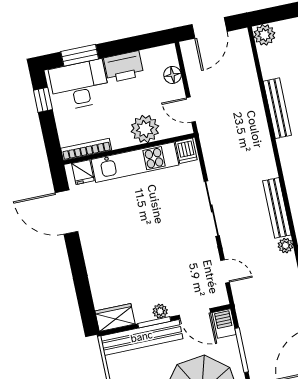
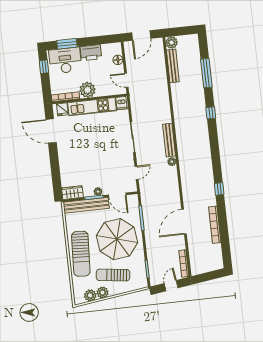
bench: (277, 108) -> (173, 66), moved
plant: (145, 129) -> (88, 90), moved
door: (225, 271) -> (137, 173), hinge flipped
barbecue: (224, 324) -> (133, 202), removed

